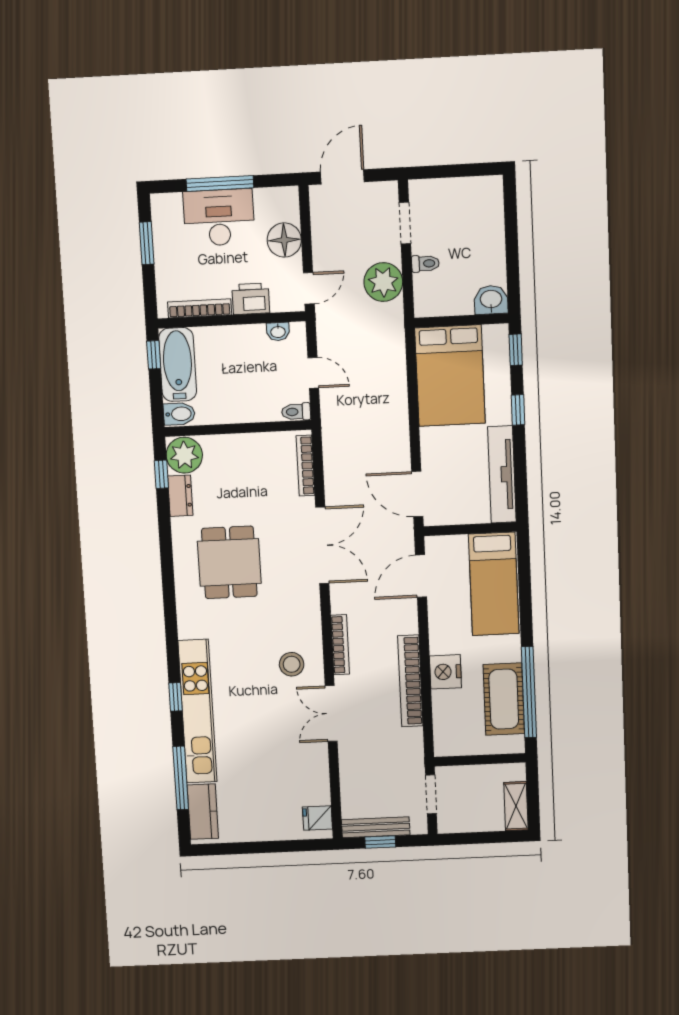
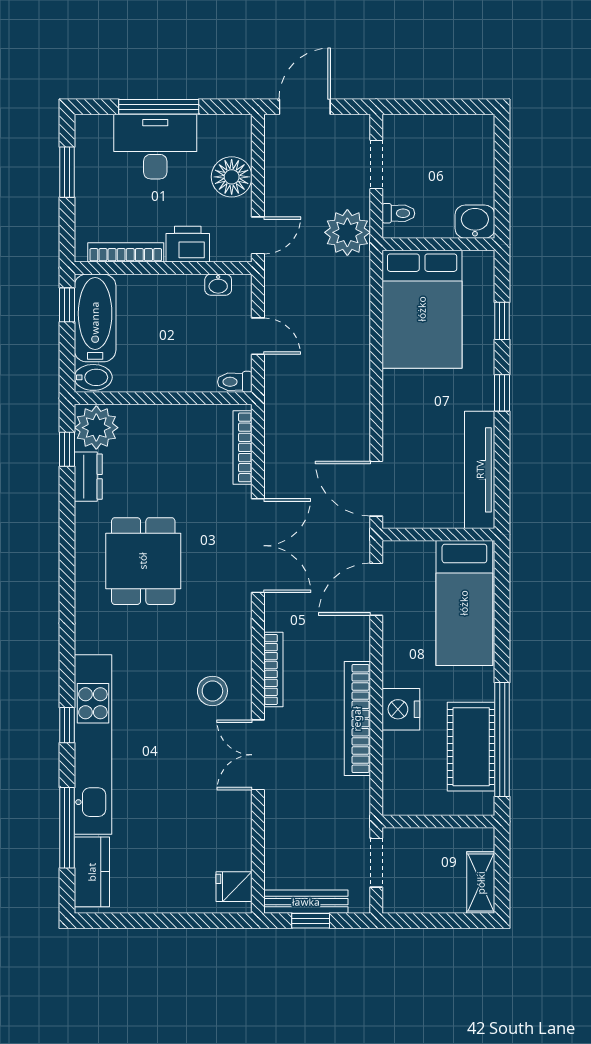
washbasin: (491, 300) -> (475, 222), moved
wall: (461, 321) -> (438, 244), moved
bed: (450, 376) -> (422, 309), moved

